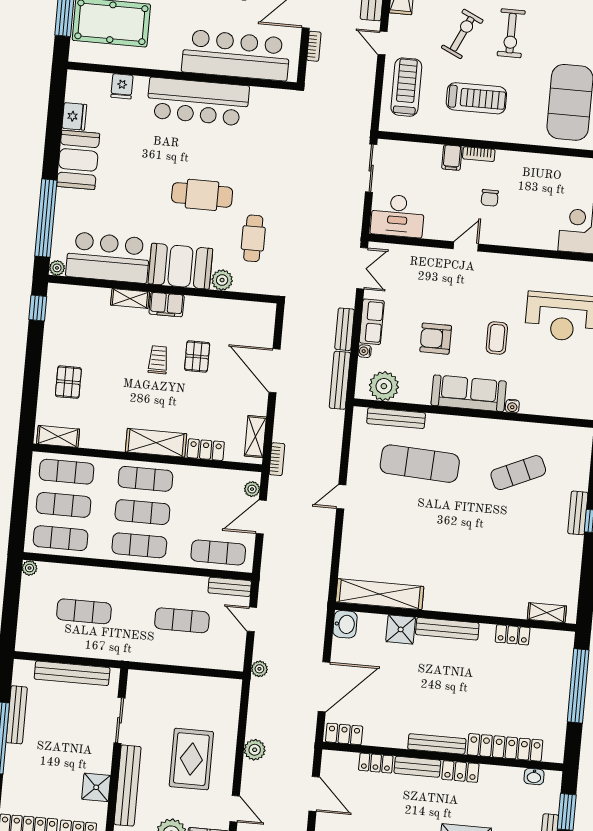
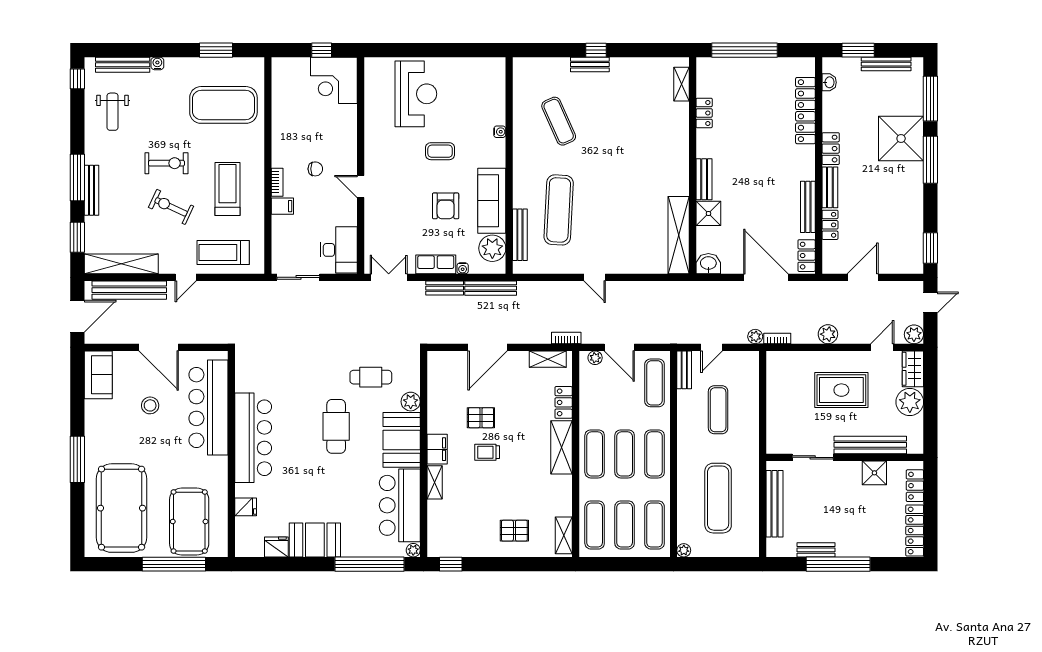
bookcase: (314, 46) -> (777, 338), moved
sofa: (469, 393) -> (492, 201), moved
exercise mat: (84, 611) -> (718, 498), width x1.36, depth x1.45
bench: (447, 629) -> (704, 179), width x0.73
bench: (17, 715) -> (816, 550), width x0.73
bench: (437, 744) -> (808, 207), moved

